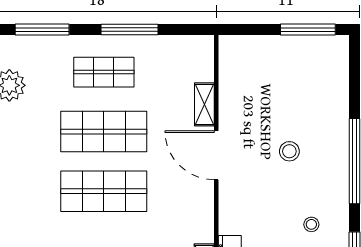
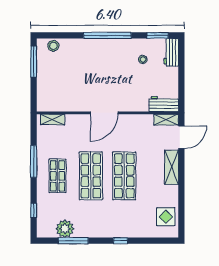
window: (42, 30) -> (34, 210), width x0.46
shelving: (204, 104) -> (53, 119), moved
stool: (289, 151) -> (53, 46), moved

